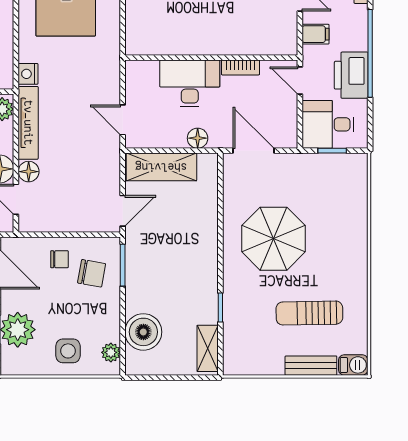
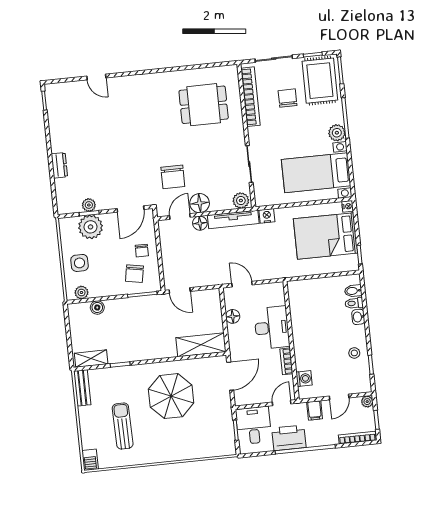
washing machine: (268, 45) -> (304, 379), added
door: (123, 120) -> (242, 284), hinge flipped
floor lamp: (198, 138) -> (233, 316), moved
shelving: (161, 167) -> (201, 345), moved, turned 90
boiler: (143, 332) -> (97, 307), width x0.54, depth x0.54
bench: (311, 366) -> (82, 388), moved

